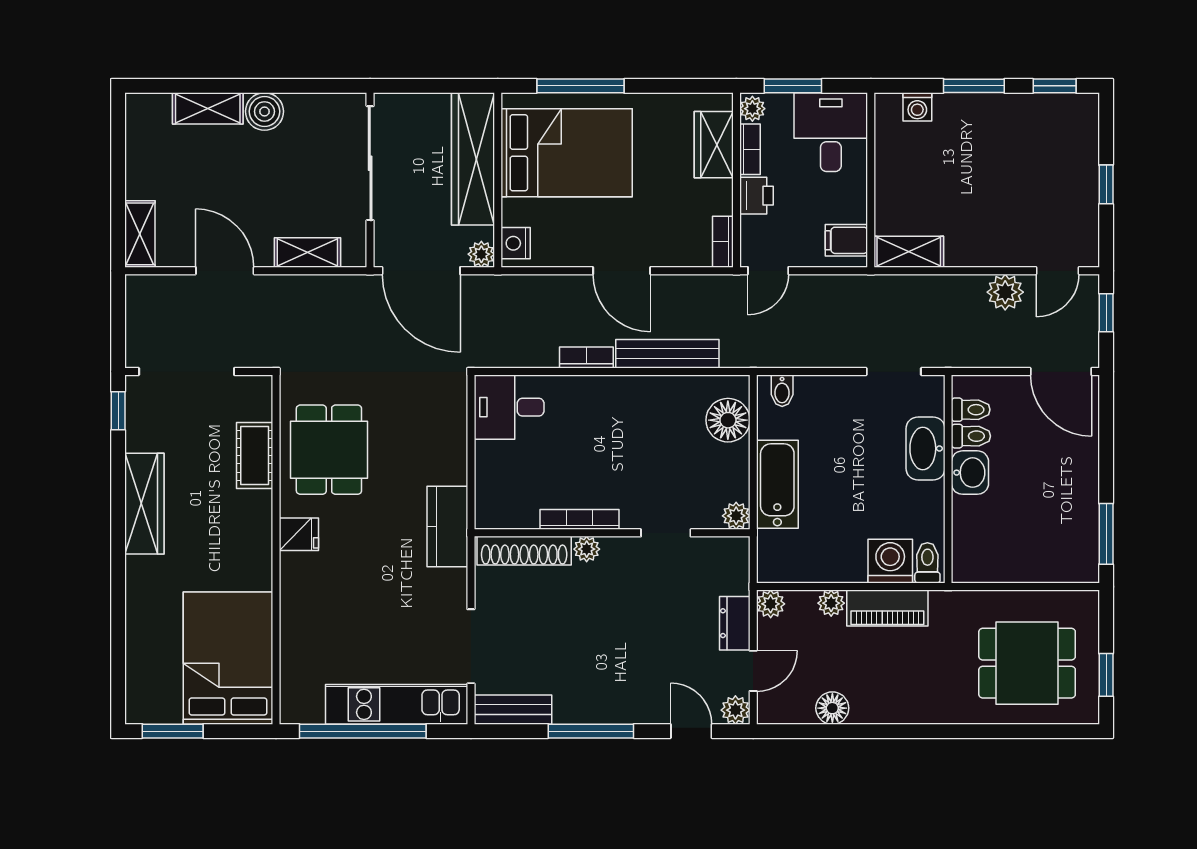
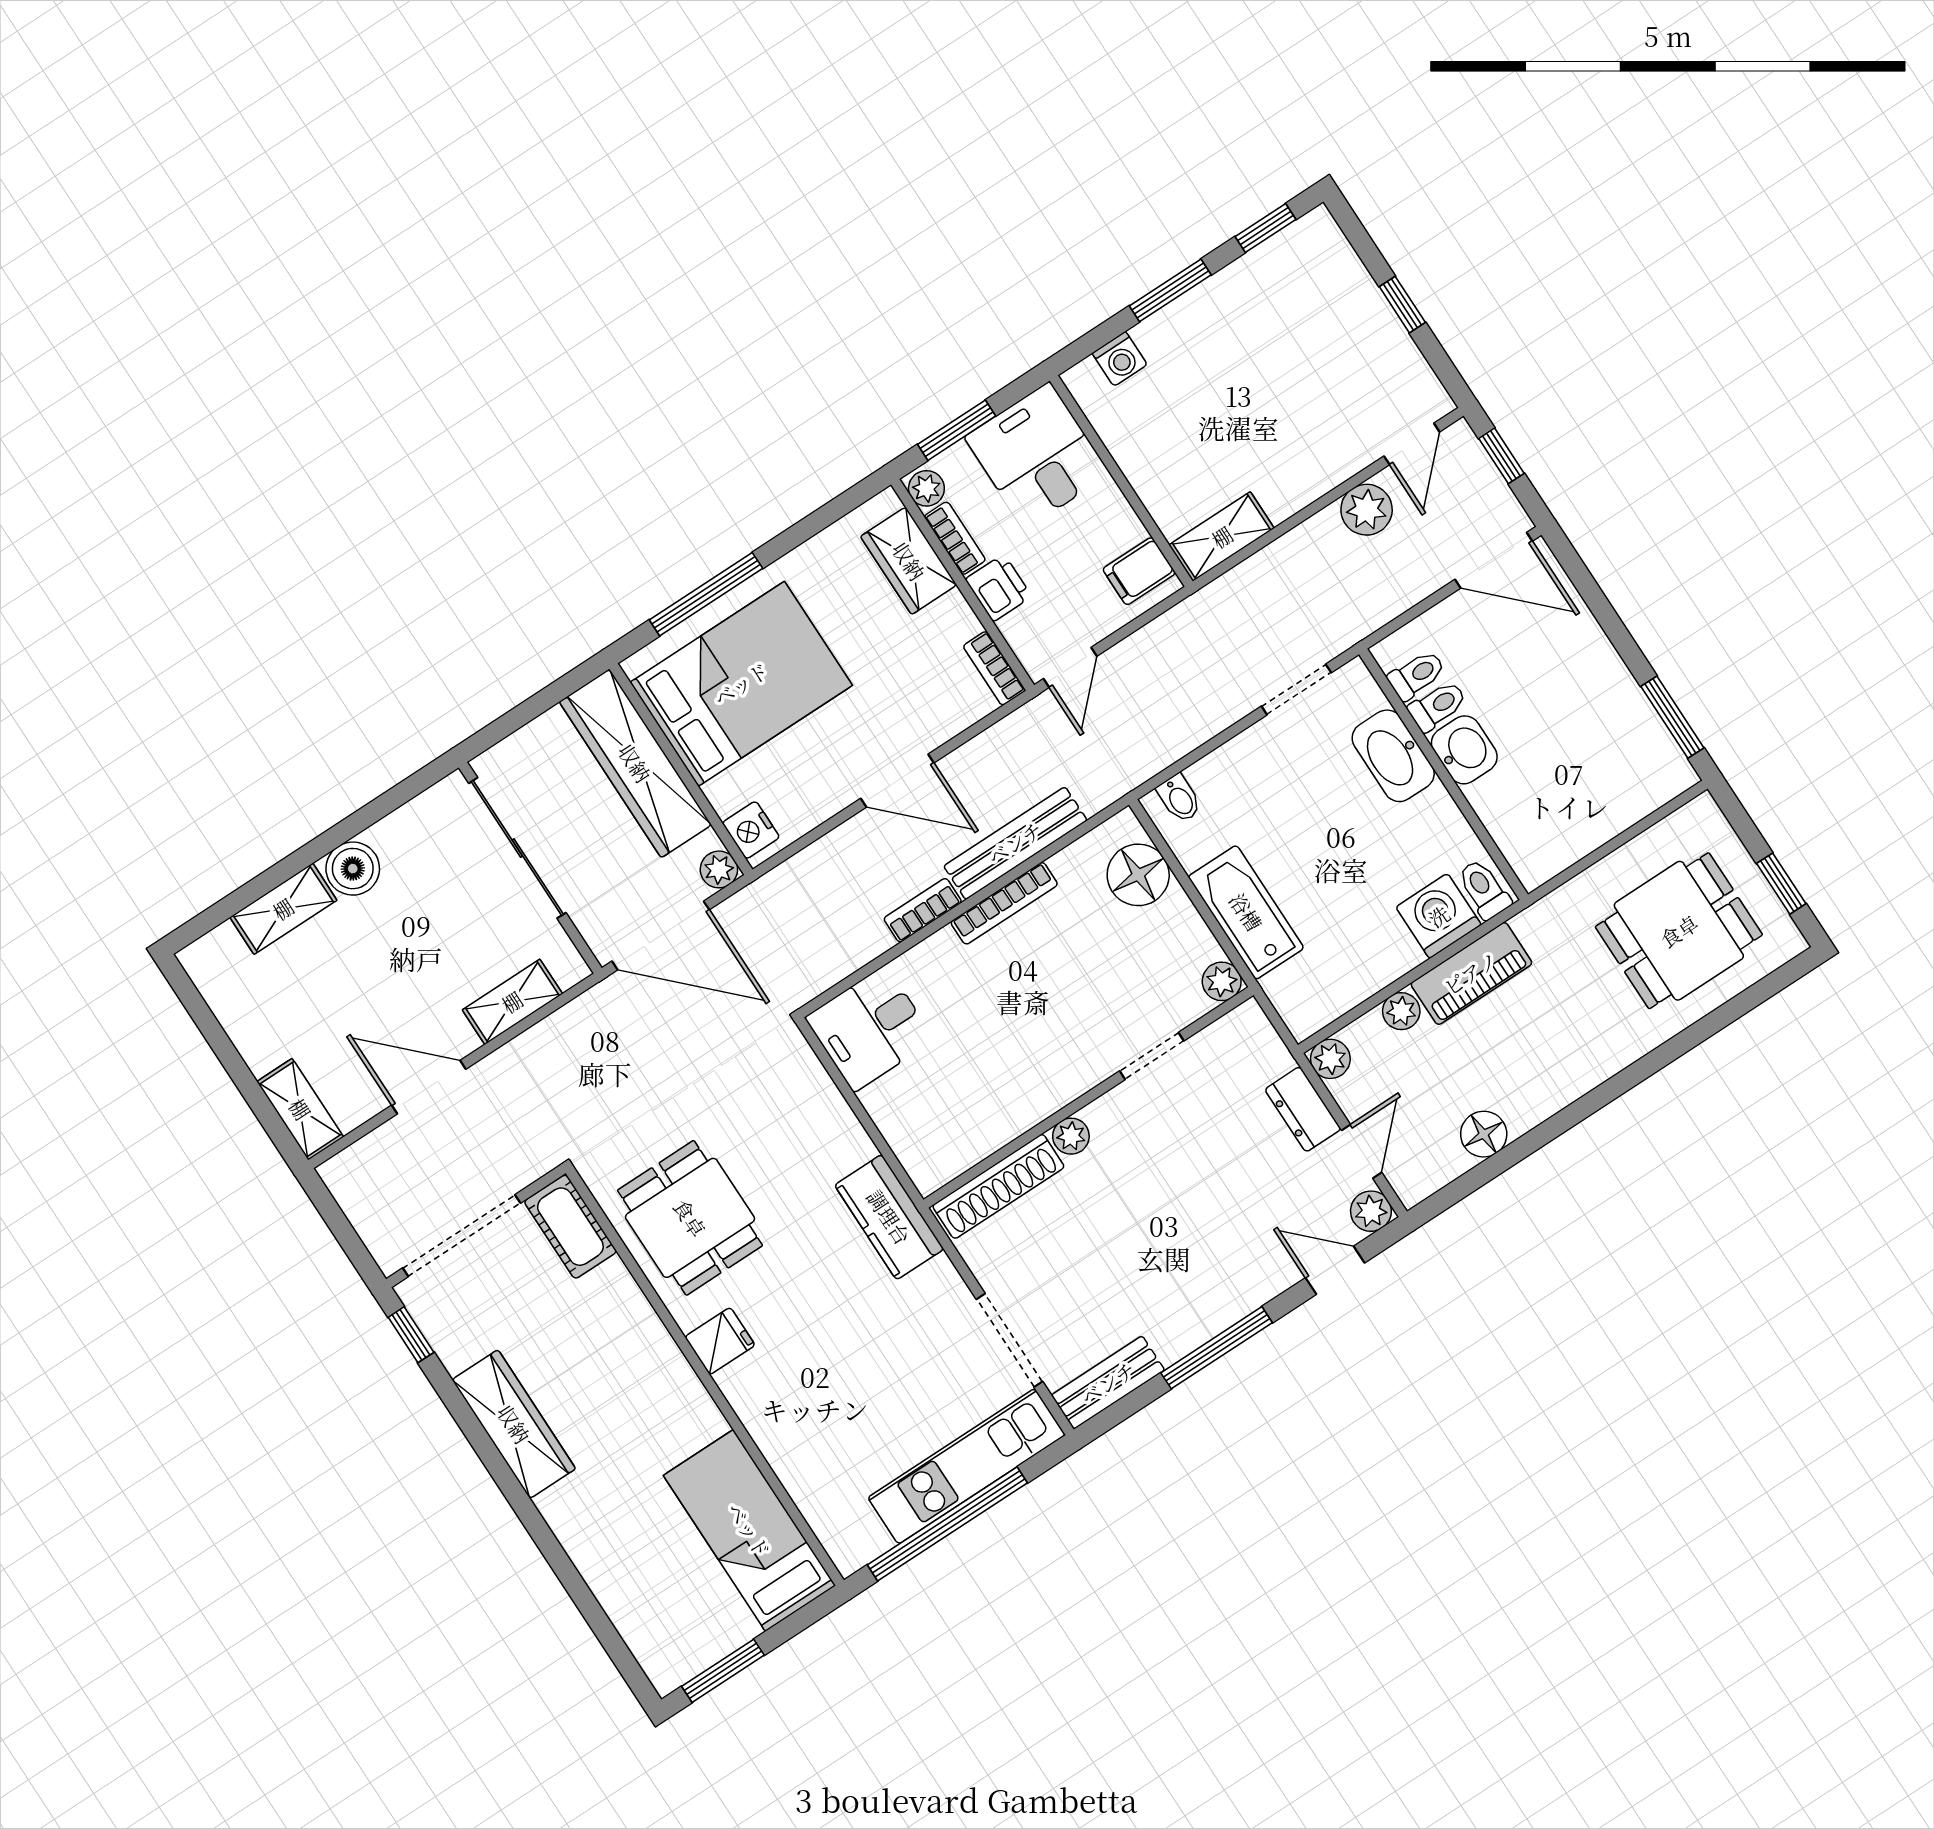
cot: (255, 455) -> (570, 1227), moved
bookcase: (579, 519) -> (1004, 903), moved, turned 180
bed: (228, 658) -> (749, 1530), width x0.67

